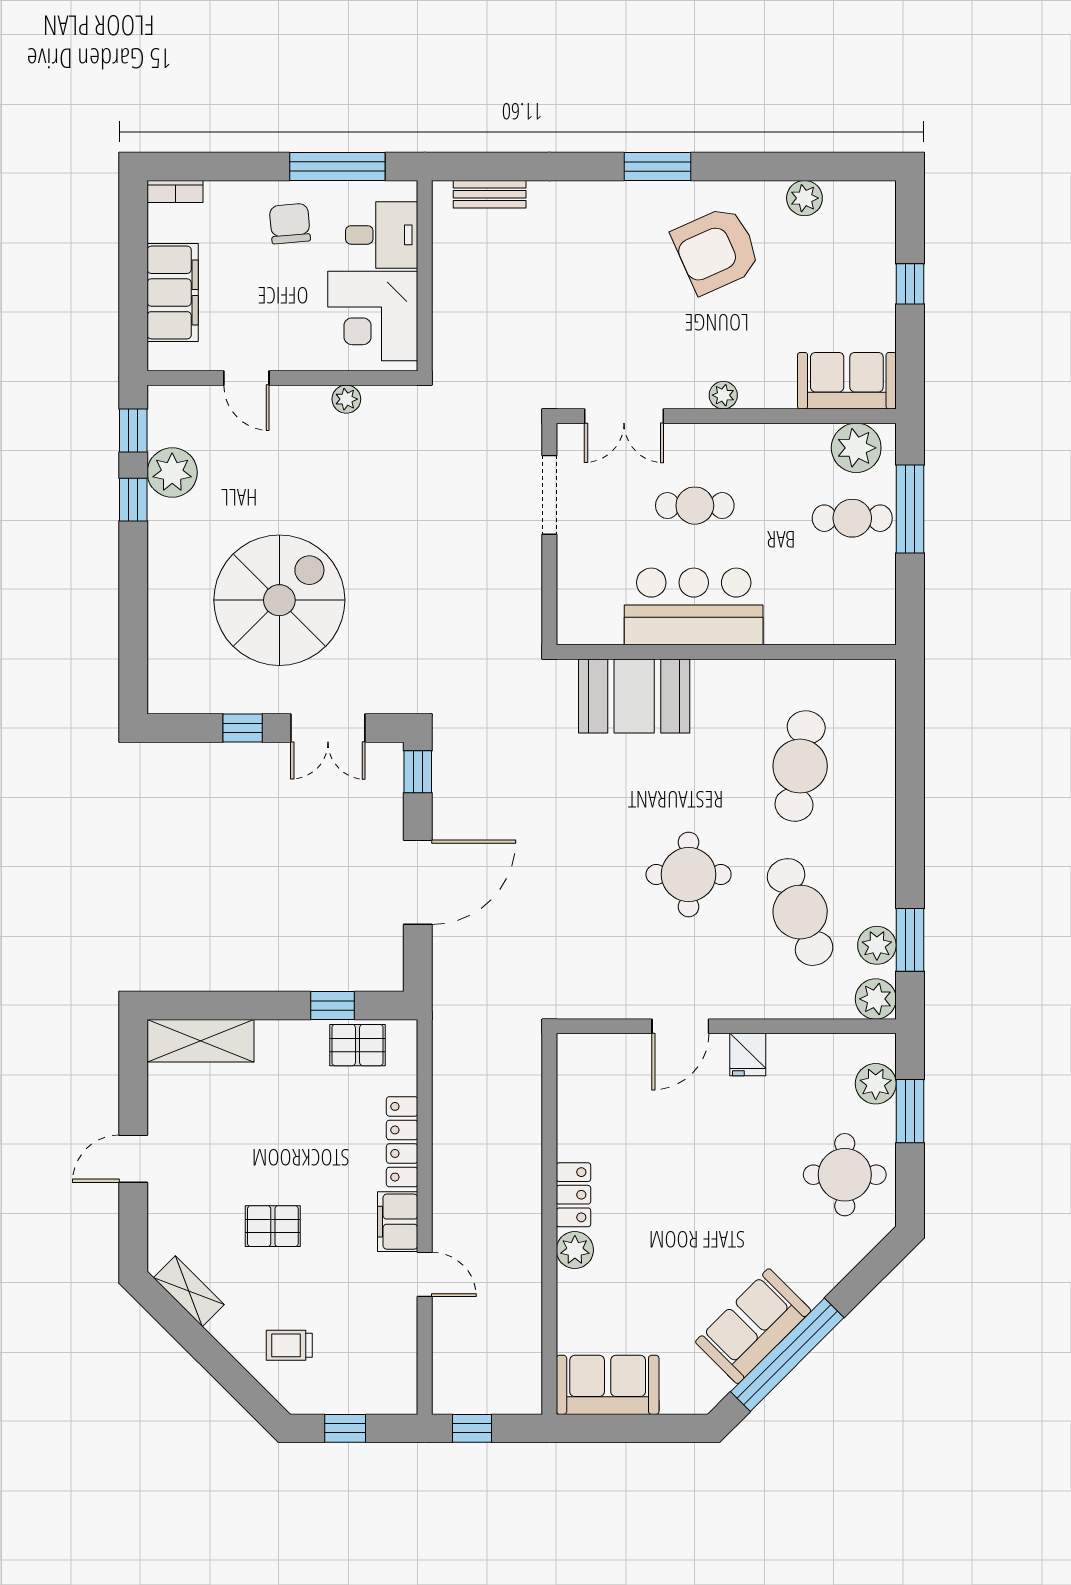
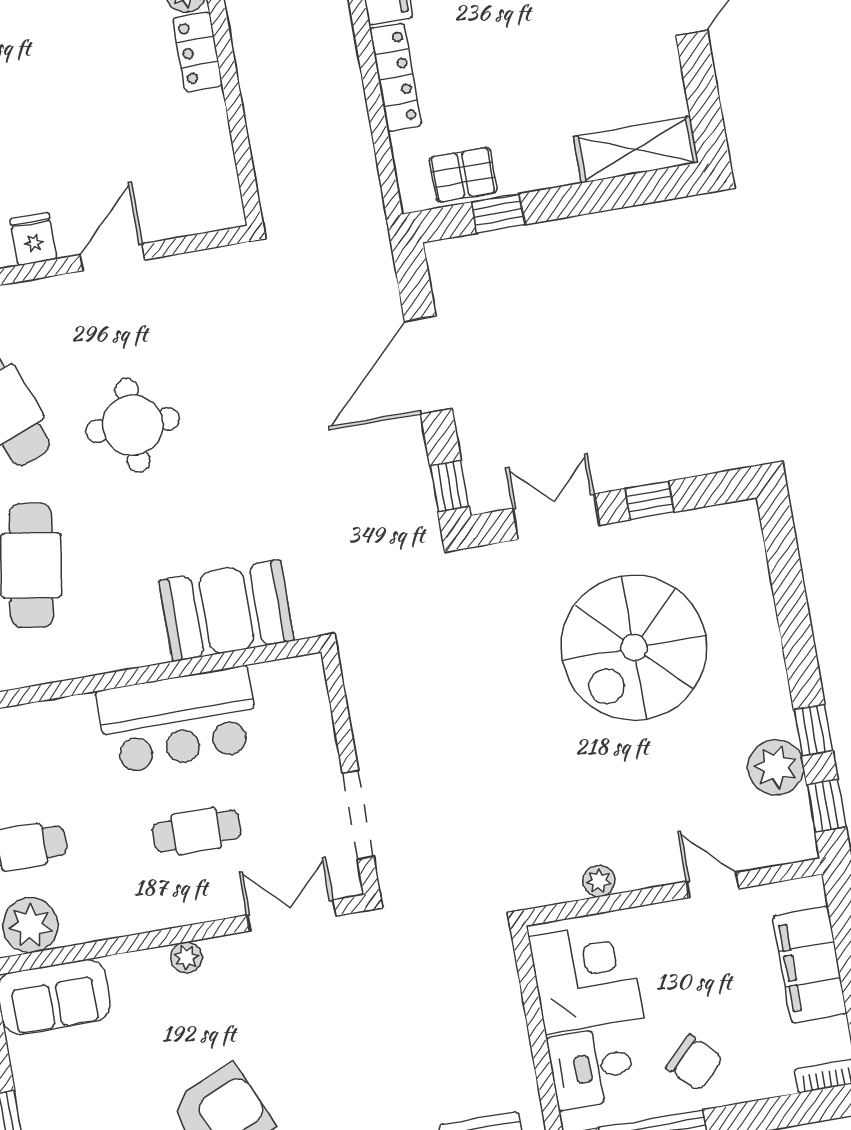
chair: (290, 224) -> (694, 1063), turned -40

